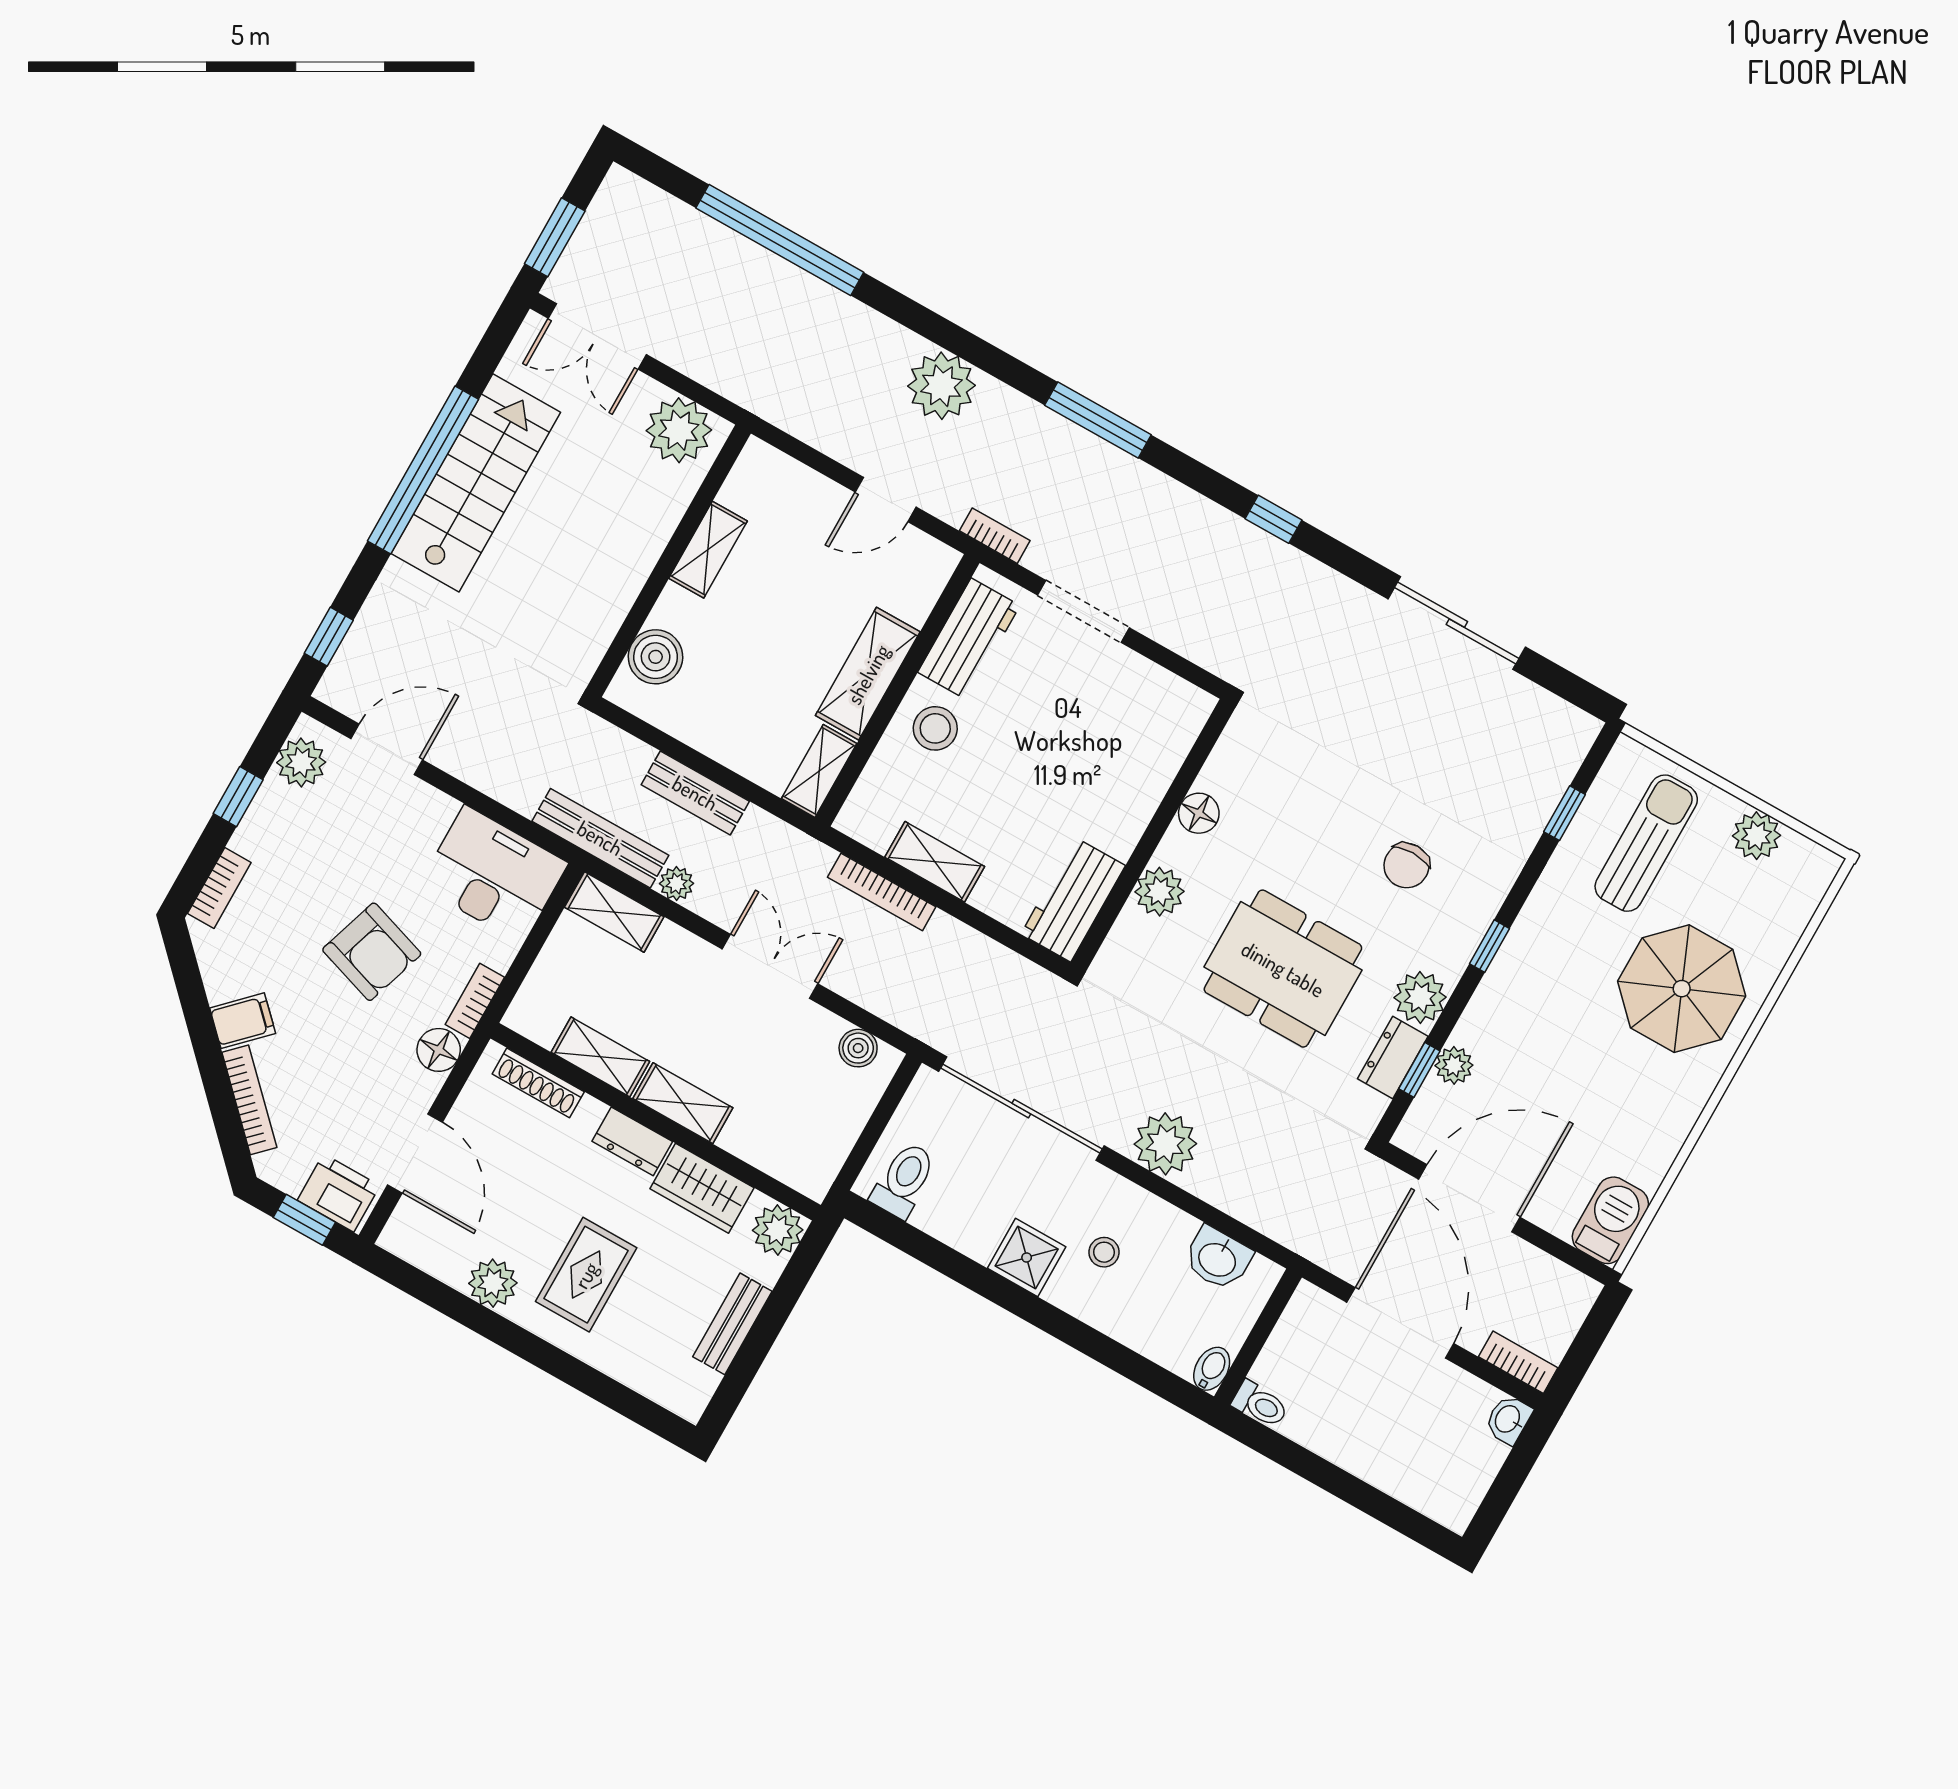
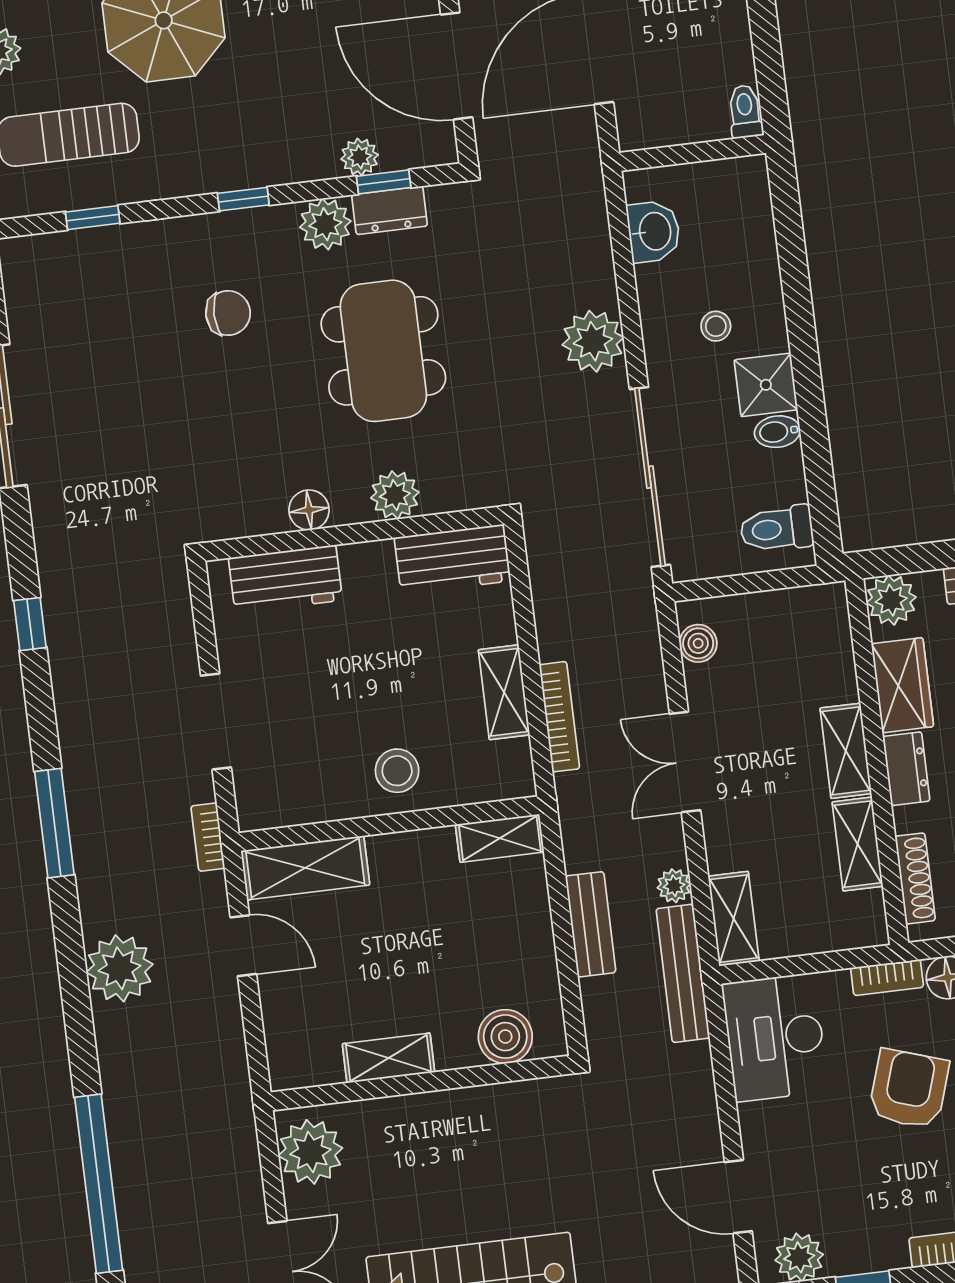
workbench: (969, 639) -> (286, 579), moved, turned 180
shelving: (868, 674) -> (305, 868), moved
bidet: (1212, 1369) -> (777, 432), moved

